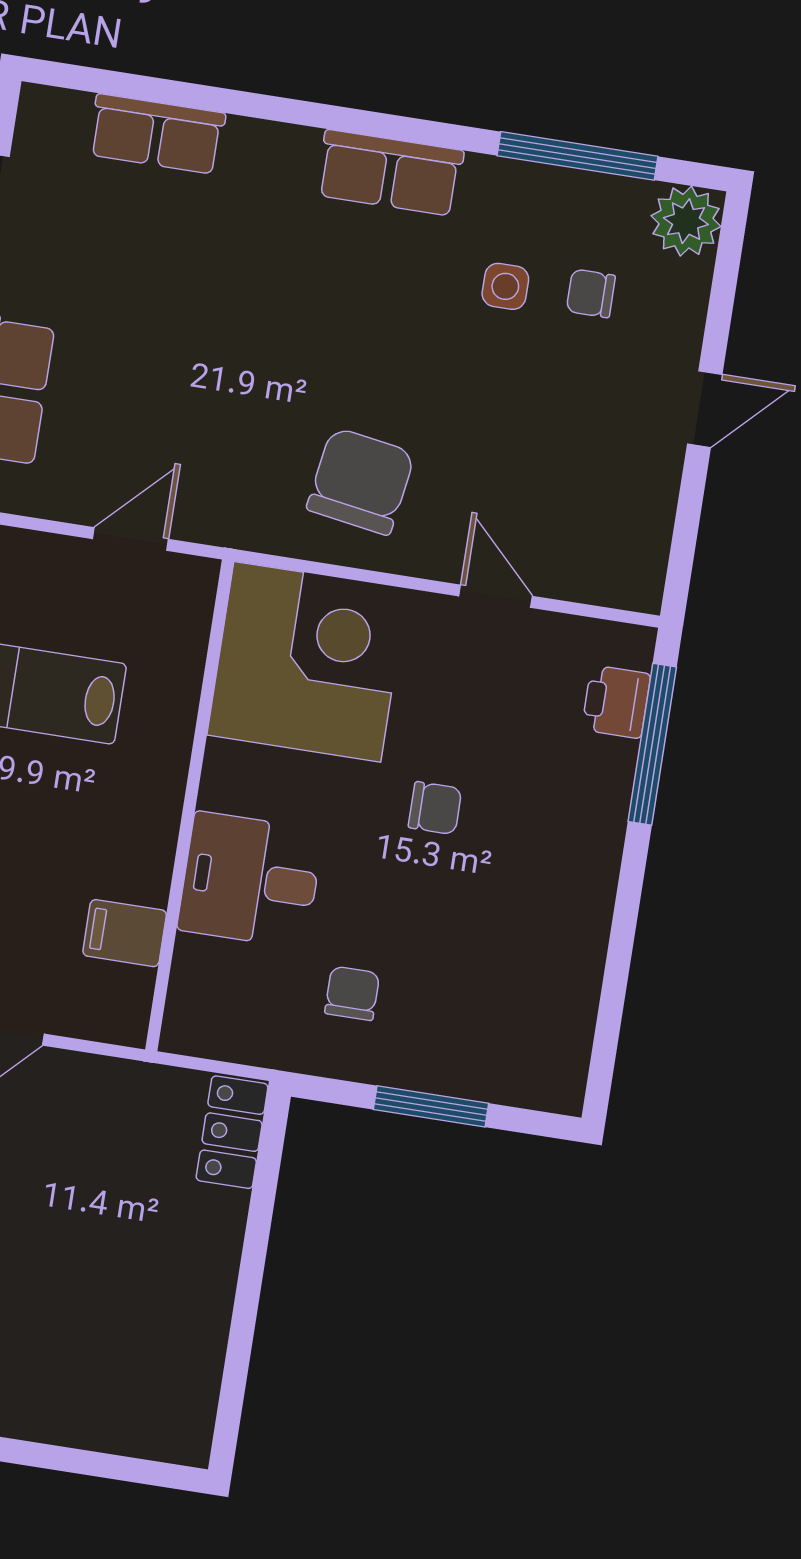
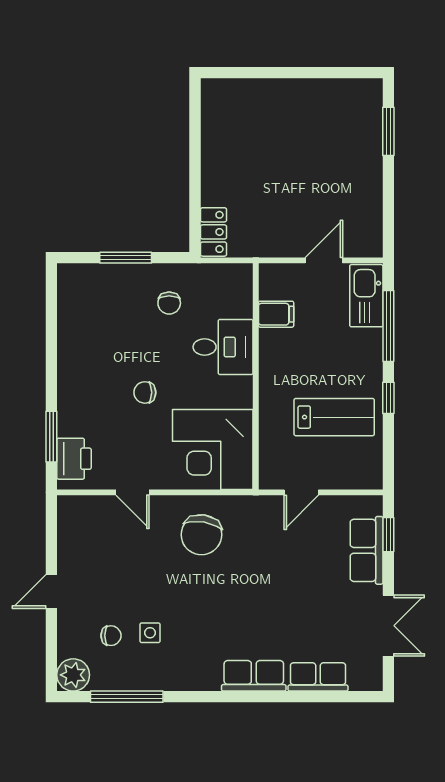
row of seats: (390, 173) -> (254, 676), moved
printer: (616, 702) -> (74, 459), width x1.36, depth x1.24
window: (652, 744) -> (51, 437), width x0.69

